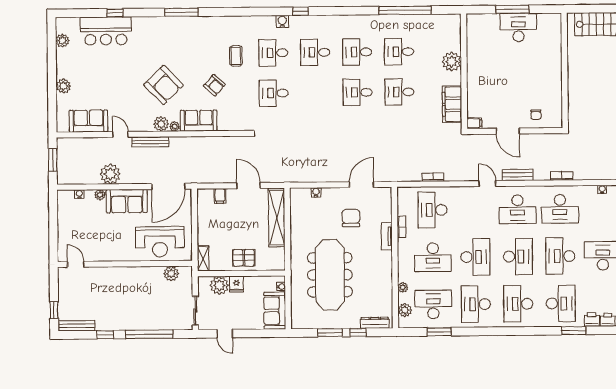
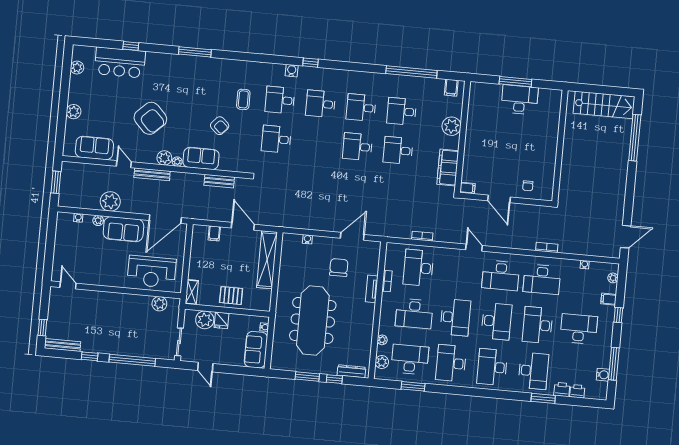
filing cabinet: (447, 22) -> (451, 88), added
armchair: (164, 85) -> (150, 118), moved
bench: (518, 175) -> (219, 181), moved

